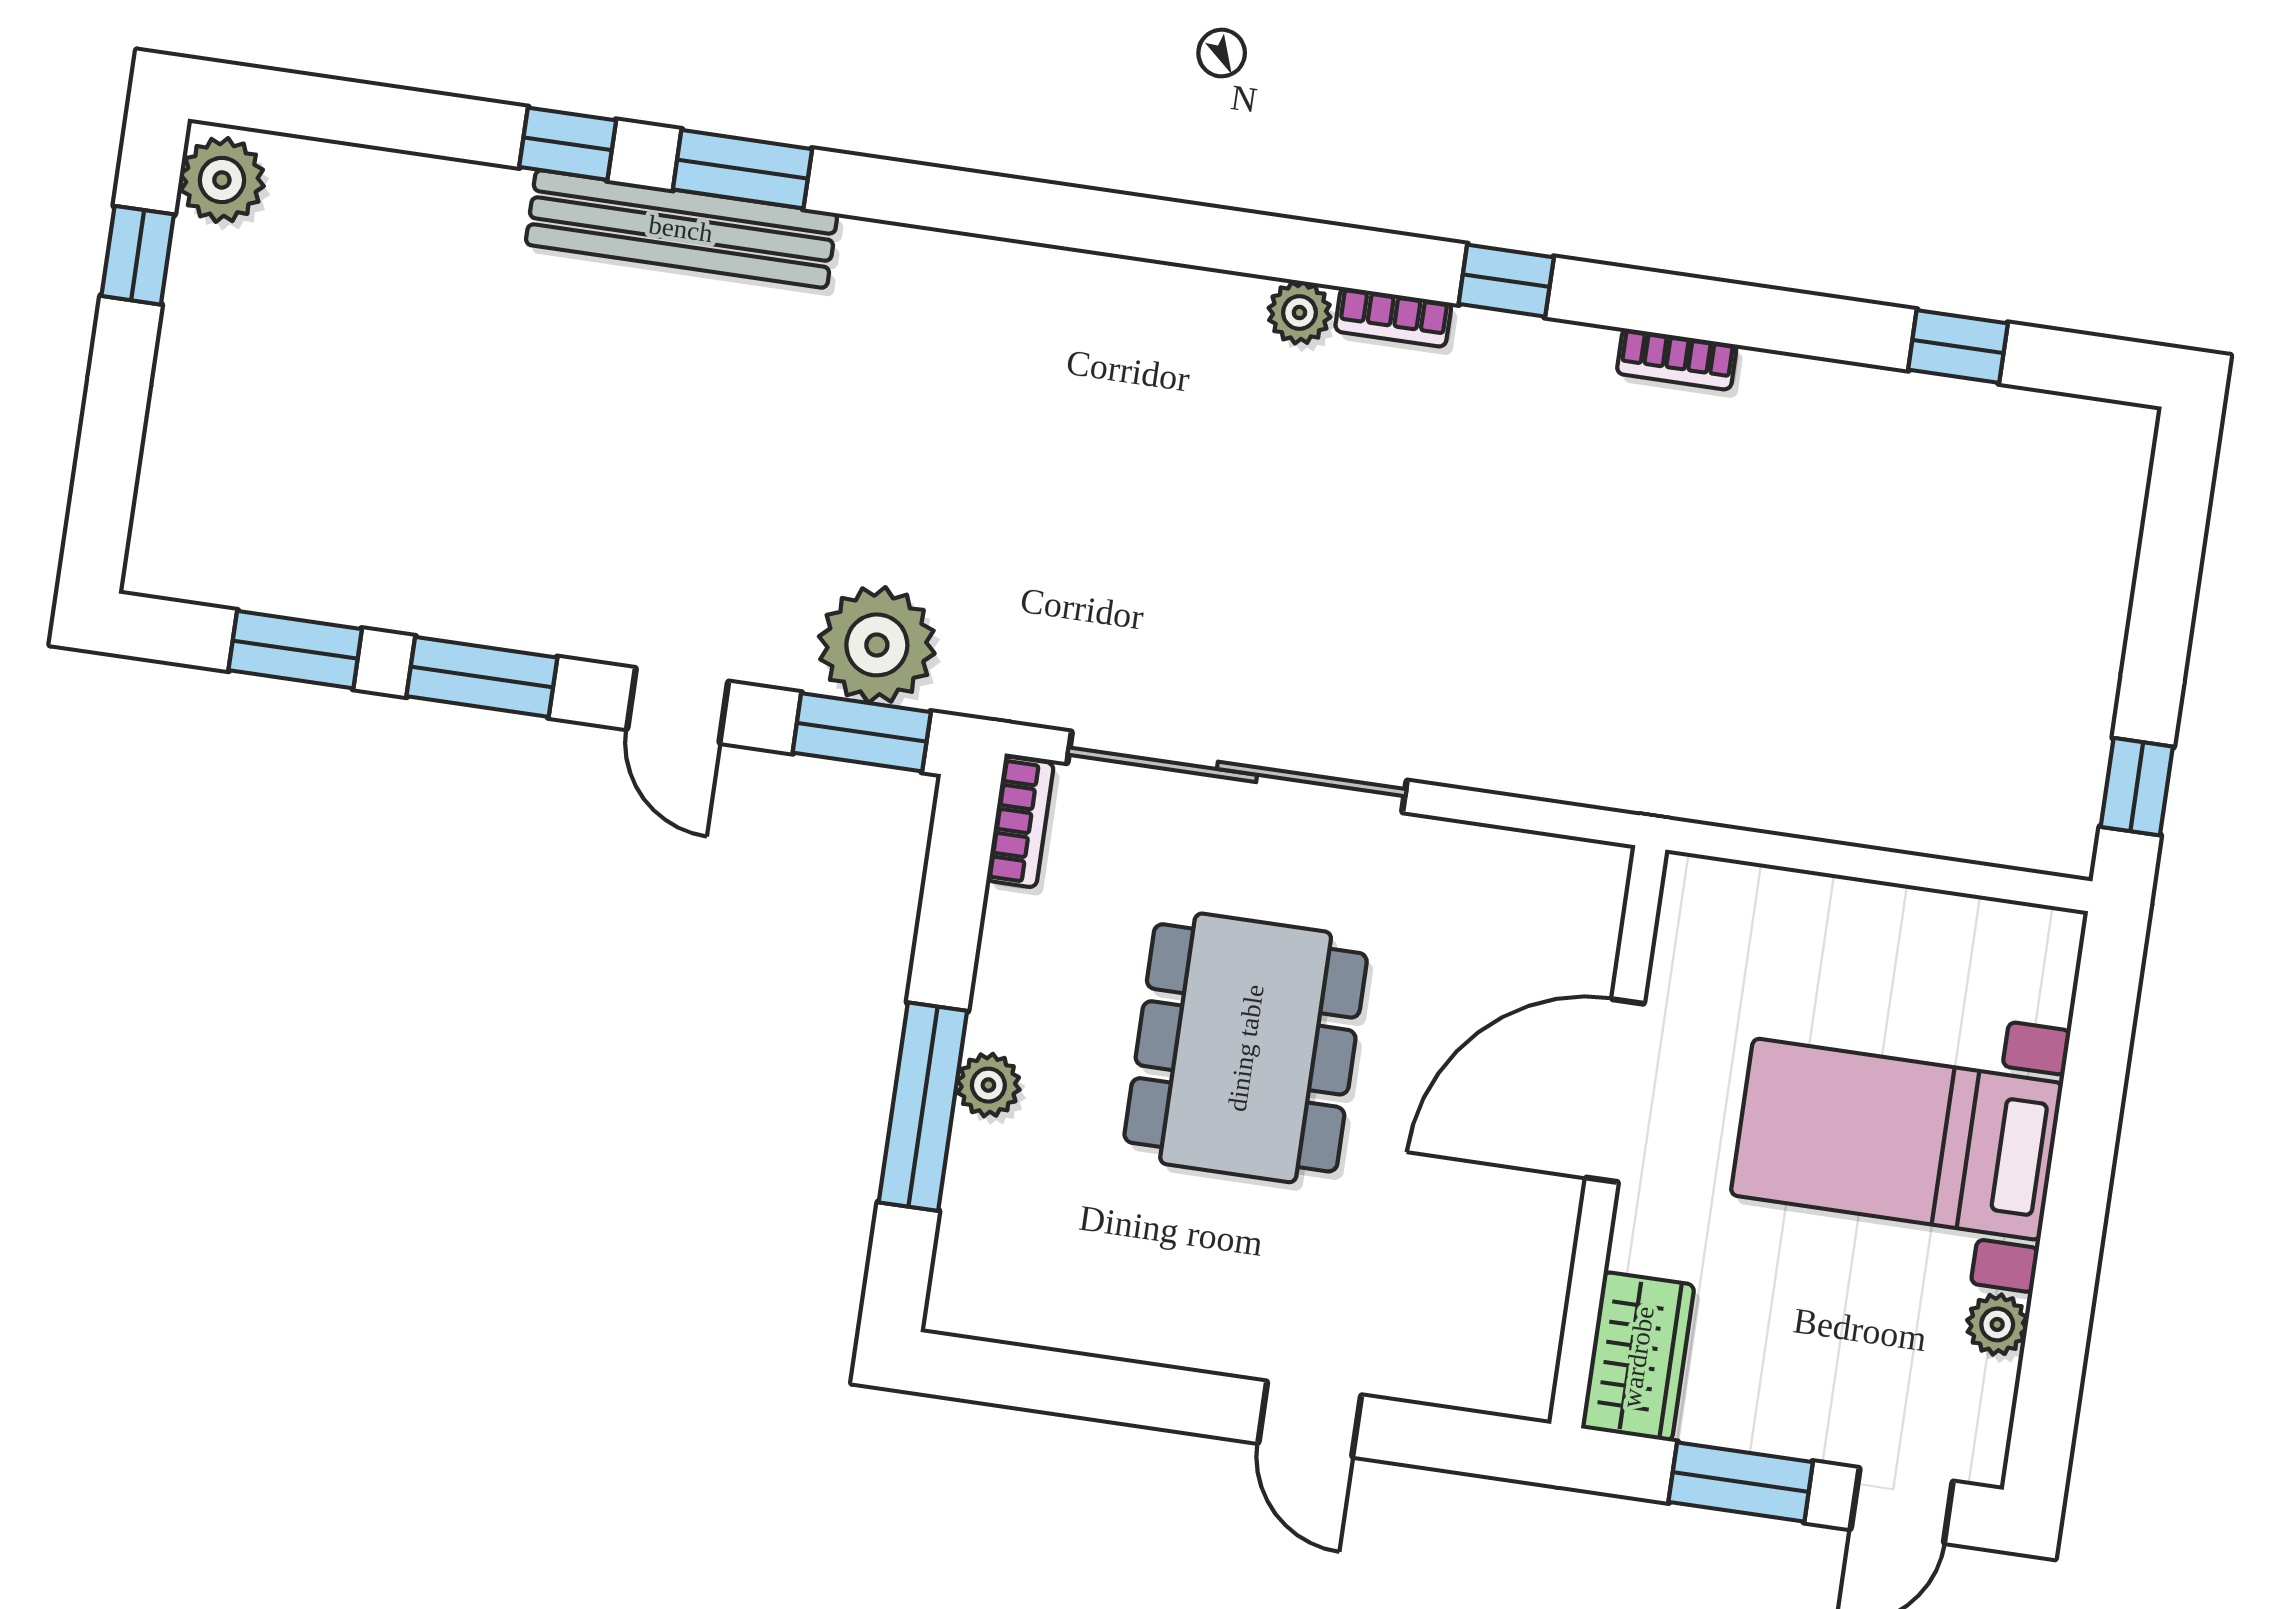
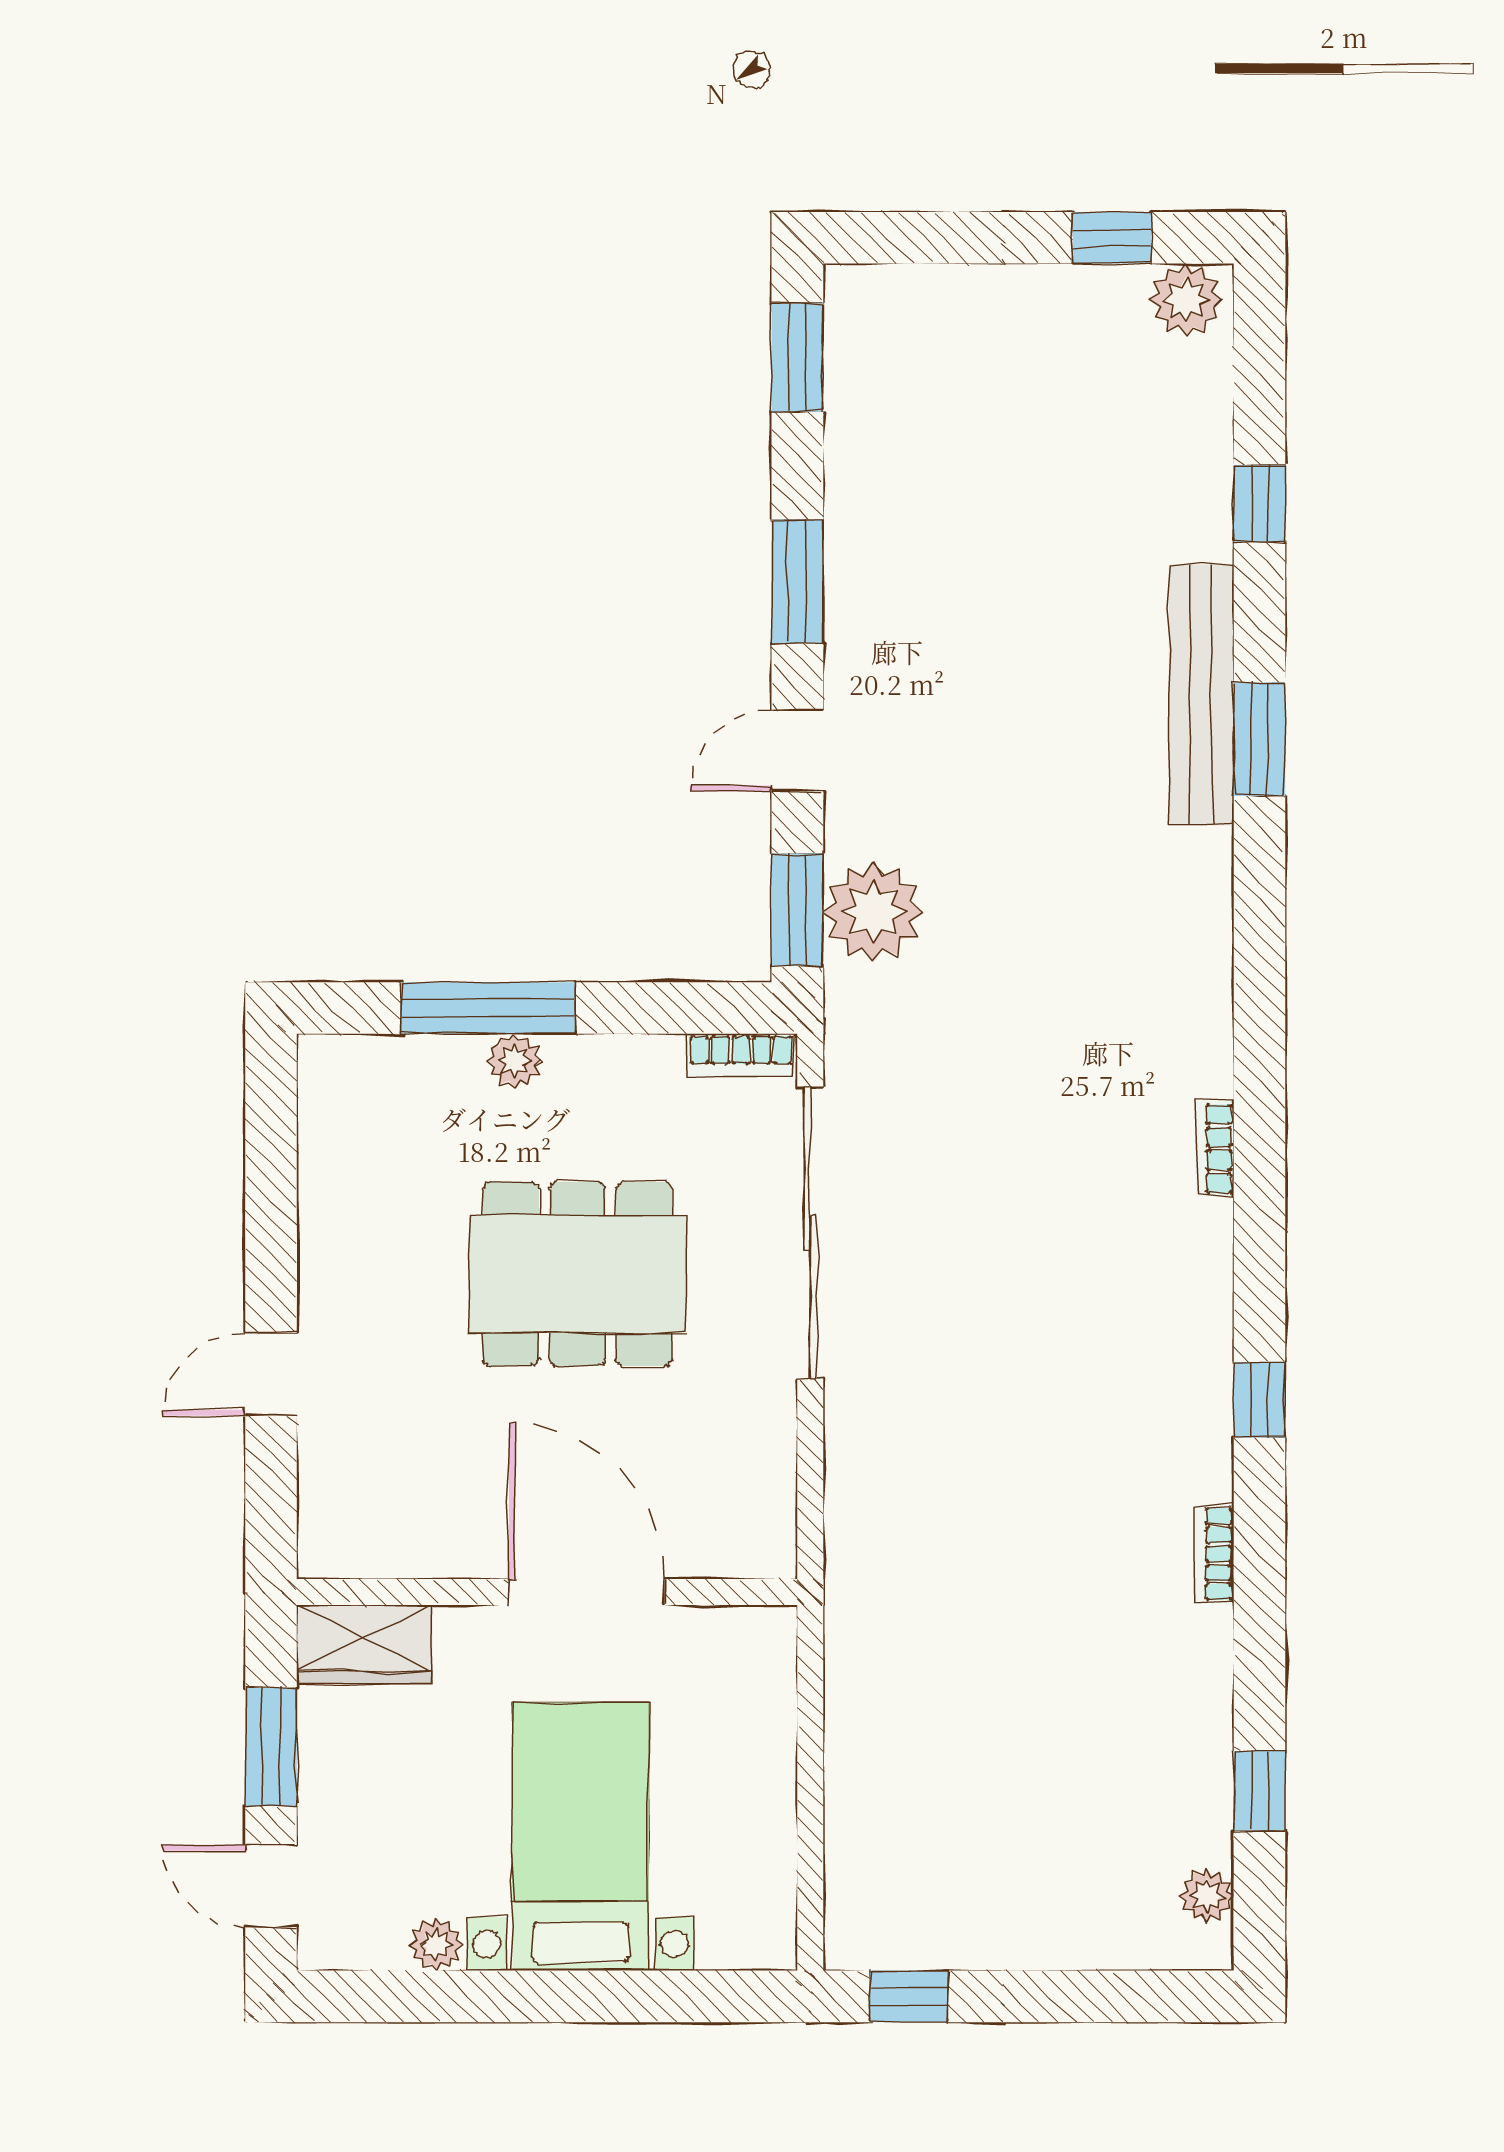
window: (568, 144) -> (1259, 503), moved
plant: (1299, 312) -> (1207, 1896), moved
bookcase: (1393, 317) -> (1215, 1149), moved
window: (295, 650) -> (797, 358), moved

